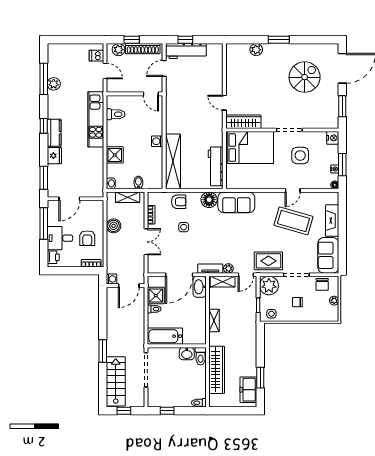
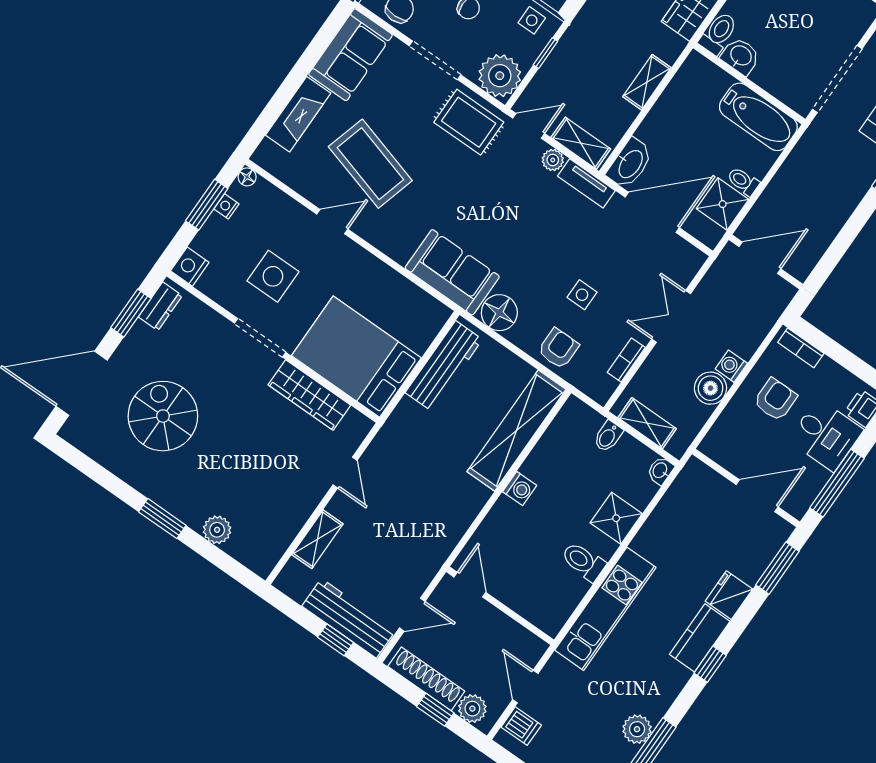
shelving: (217, 72) -> (317, 539), added
spiral stairs: (305, 77) -> (163, 416), turned 90
toilet: (116, 114) -> (583, 562), moved
dresser: (333, 116) -> (160, 306), added
wardrobe: (243, 122) -> (309, 395), moved
armchair: (179, 202) -> (558, 348), turned 90
washing machine: (112, 279) -> (731, 366), moved

